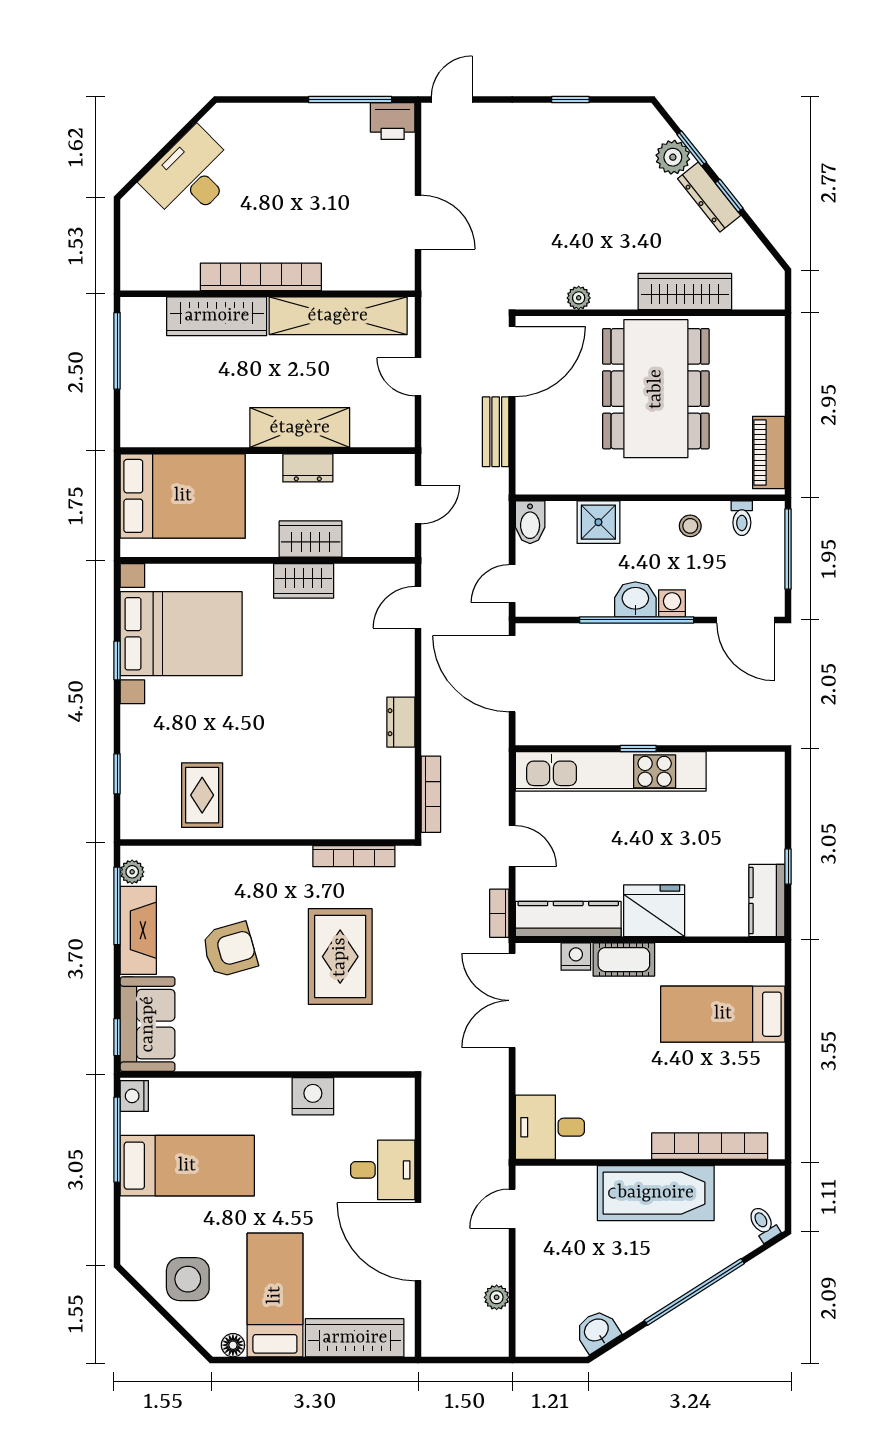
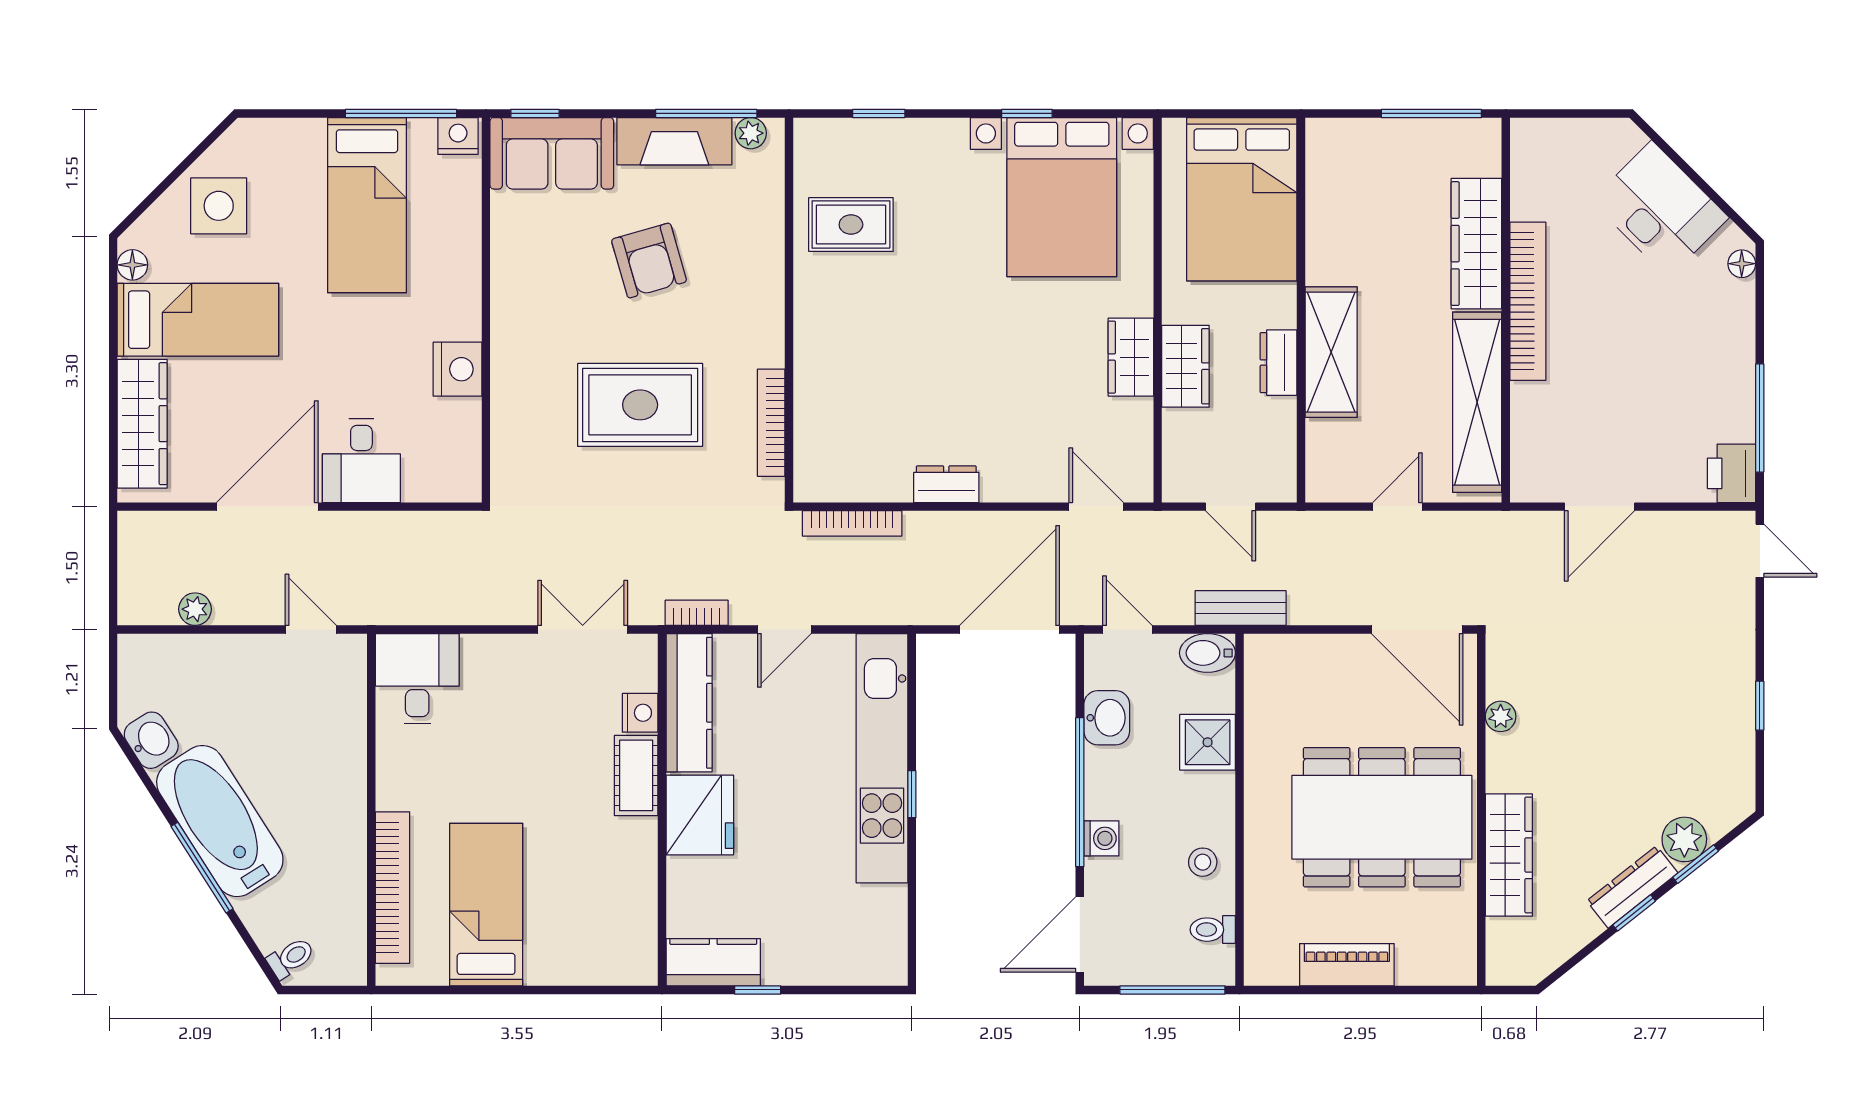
floor lamp: (232, 113) -> (1742, 264), added
bench: (496, 432) -> (1241, 608), moved
piano: (769, 452) -> (1347, 965), moved
washbasin: (635, 599) -> (1107, 718), moved
double door: (512, 1000) -> (583, 630), width x0.73
bed: (723, 1014) -> (486, 905), moved
bathtub: (656, 1193) -> (220, 821), moved, turned 147
window: (694, 1292) -> (202, 868), width x0.68

